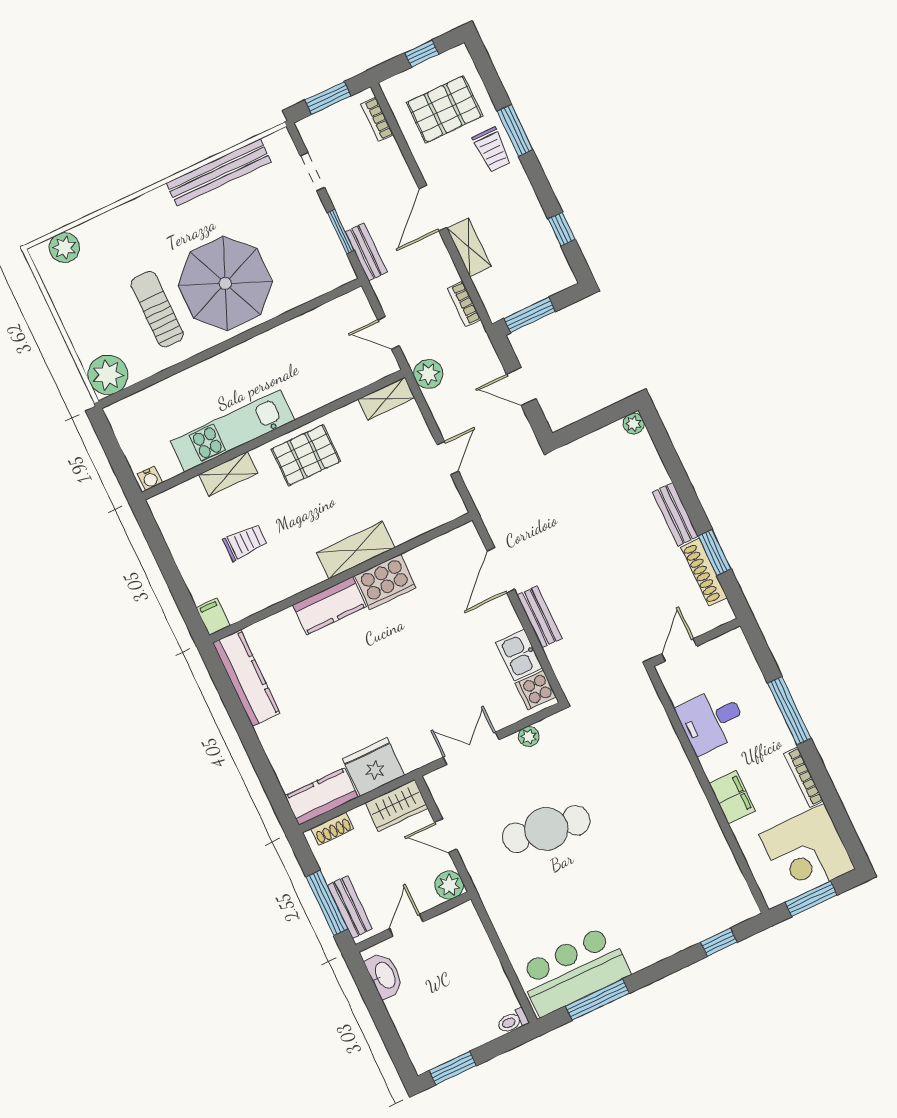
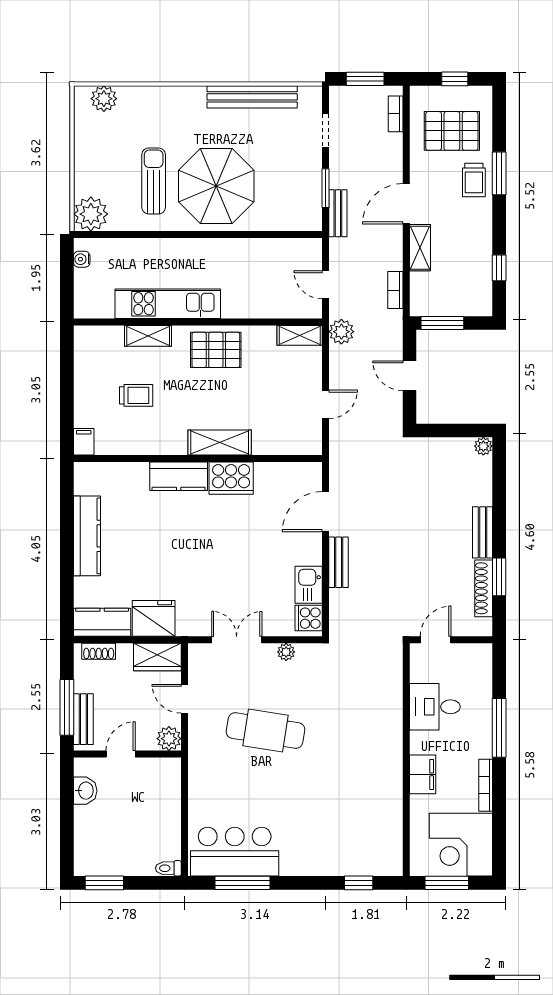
water cooler: (150, 478) -> (82, 259), moved, turned 90
kitchen counter: (246, 678) -> (87, 536), moved
washbasin: (385, 976) -> (85, 791), width x0.72

